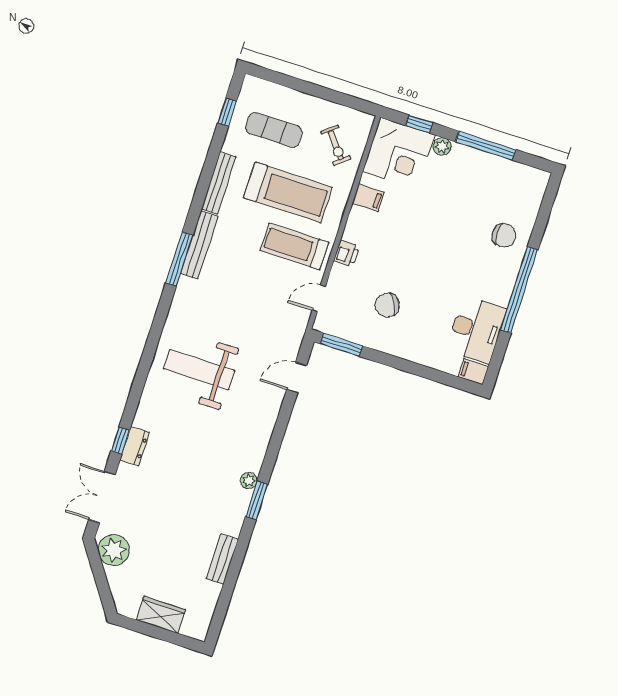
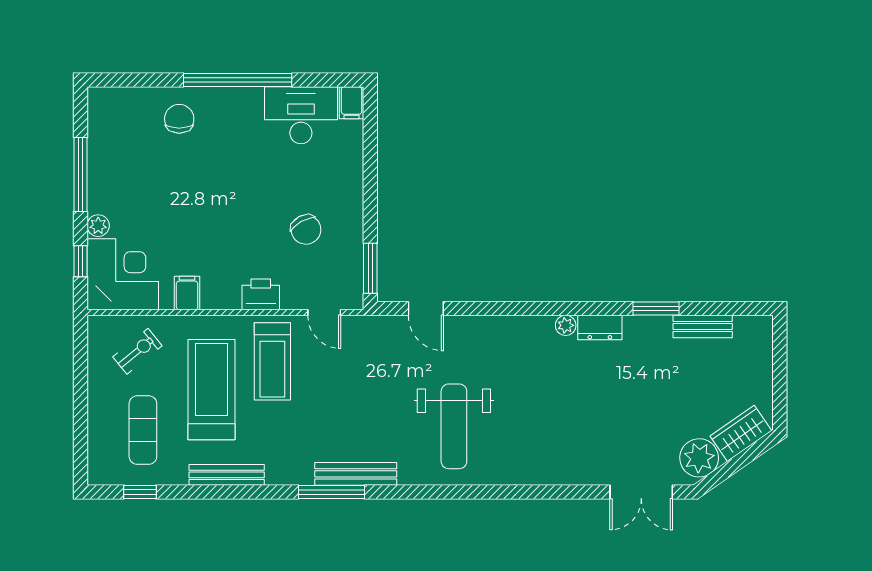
bench: (199, 245) -> (356, 474), moved
printer: (346, 253) -> (261, 294), width x1.36, depth x1.24
window: (120, 441) -> (568, 492), removed
dresser: (135, 446) -> (600, 328), moved, turned 180
window: (257, 500) -> (656, 309), moved
bench: (222, 559) -> (703, 327), moved
wardrobe: (161, 615) -> (741, 433), moved, turned 55

